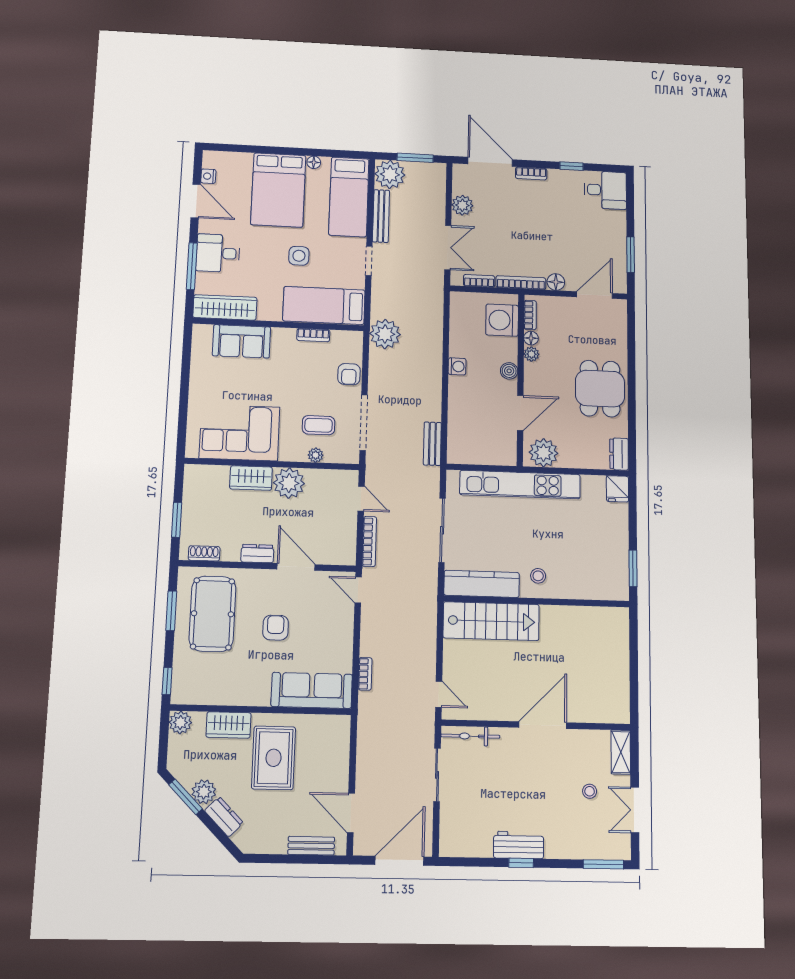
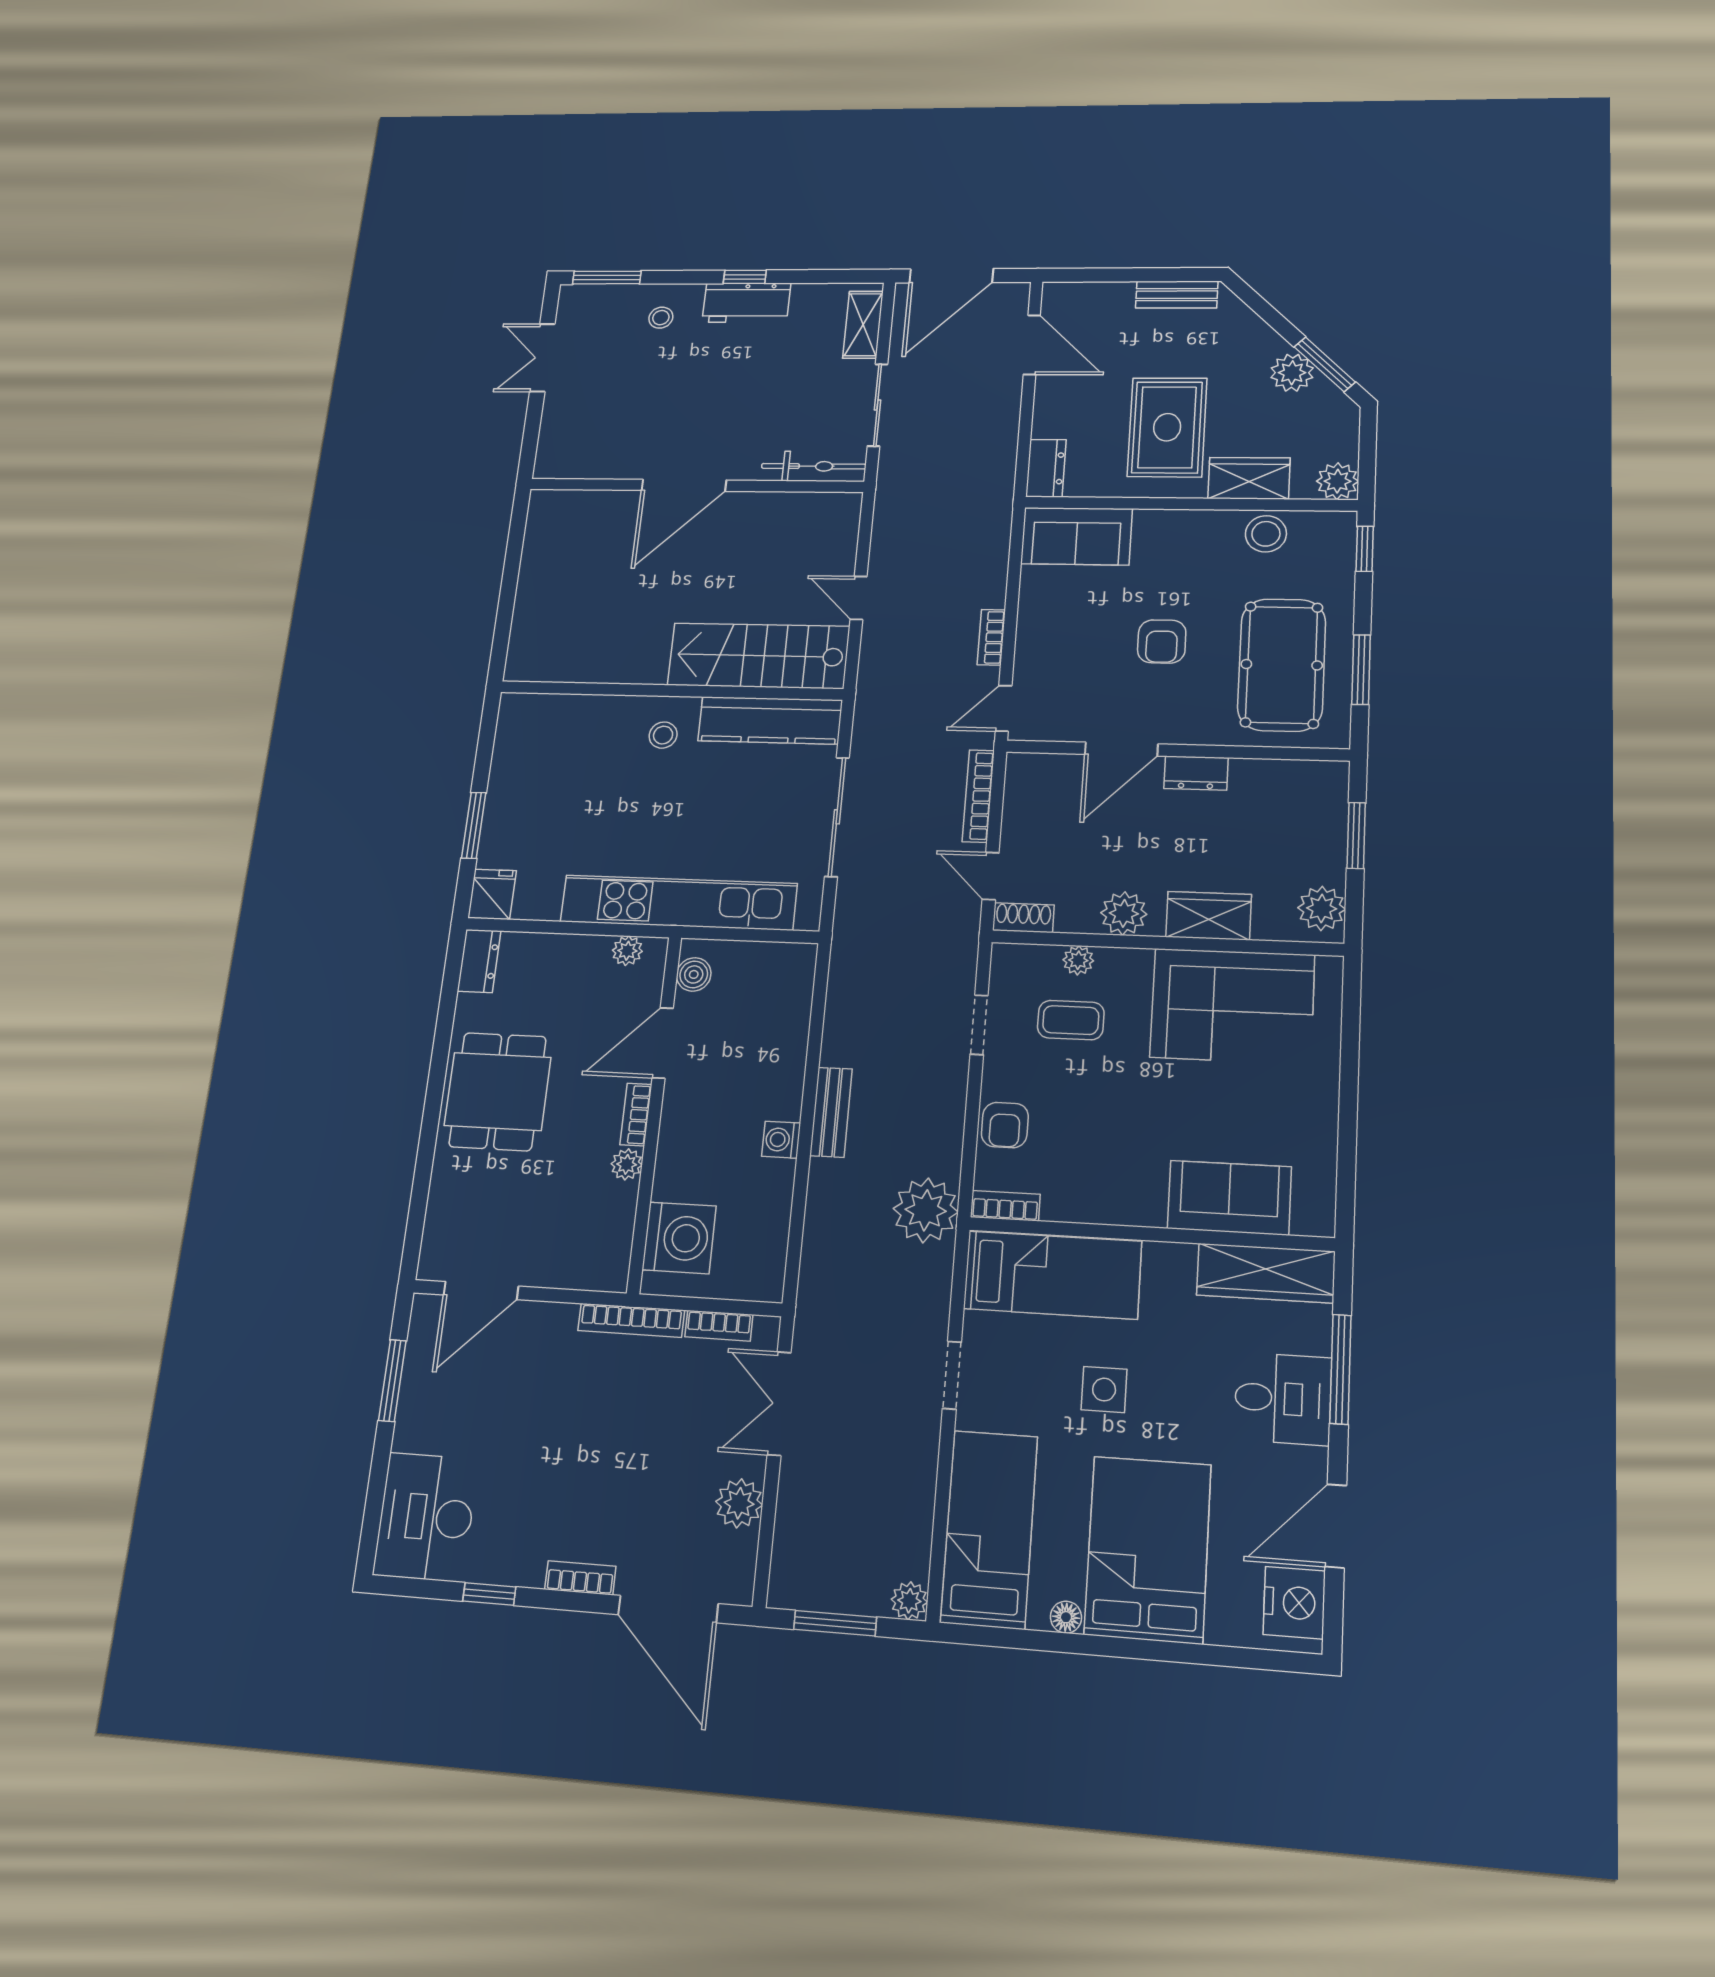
plant: (390, 174) -> (909, 1601), width x0.53, depth x0.53
nightstand: (208, 176) -> (1294, 1603), width x1.89, depth x1.79
desk: (605, 190) -> (426, 1517), width x1.37
door: (196, 201) -> (1336, 1526), hinge flipped
bench: (381, 216) -> (920, 1481), removed
floor lamp: (556, 282) -> (558, 1321), removed
bookcase: (530, 315) -> (636, 1115), moved
bookcase: (313, 335) -> (1005, 1206), moved
floor lamp: (531, 338) -> (624, 1198), removed
boiler: (509, 371) -> (694, 974), moved
armchair: (349, 374) -> (1005, 1125), turned 180
doorway: (364, 423) -> (979, 1025), width x0.53
bench: (432, 444) -> (831, 1112), moved
plant: (544, 453) -> (627, 951), width x0.53, depth x0.53
plant: (195, 482) -> (1322, 908), added
plant: (289, 483) -> (1124, 913), width x0.73, depth x0.73
shoe rack: (204, 553) -> (1023, 918), moved, turned 180
door: (296, 567) -> (1121, 749), hinge flipped
window: (633, 568) -> (474, 825), moved
door: (358, 590) -> (1004, 708), swing flipped
bookcase: (365, 674) -> (991, 637), moved
sofa: (312, 690) -> (1076, 536), width x0.73
stool: (220, 691) -> (1266, 534), added
door: (439, 694) -> (858, 598), moved
shelving: (621, 752) -> (863, 325), moved
stool: (590, 791) -> (661, 318), moved
double door: (635, 810) -> (542, 358), swing flipped
dresser: (224, 817) -> (1046, 468), moved, turned -135
bench: (311, 846) -> (1177, 295), moved

